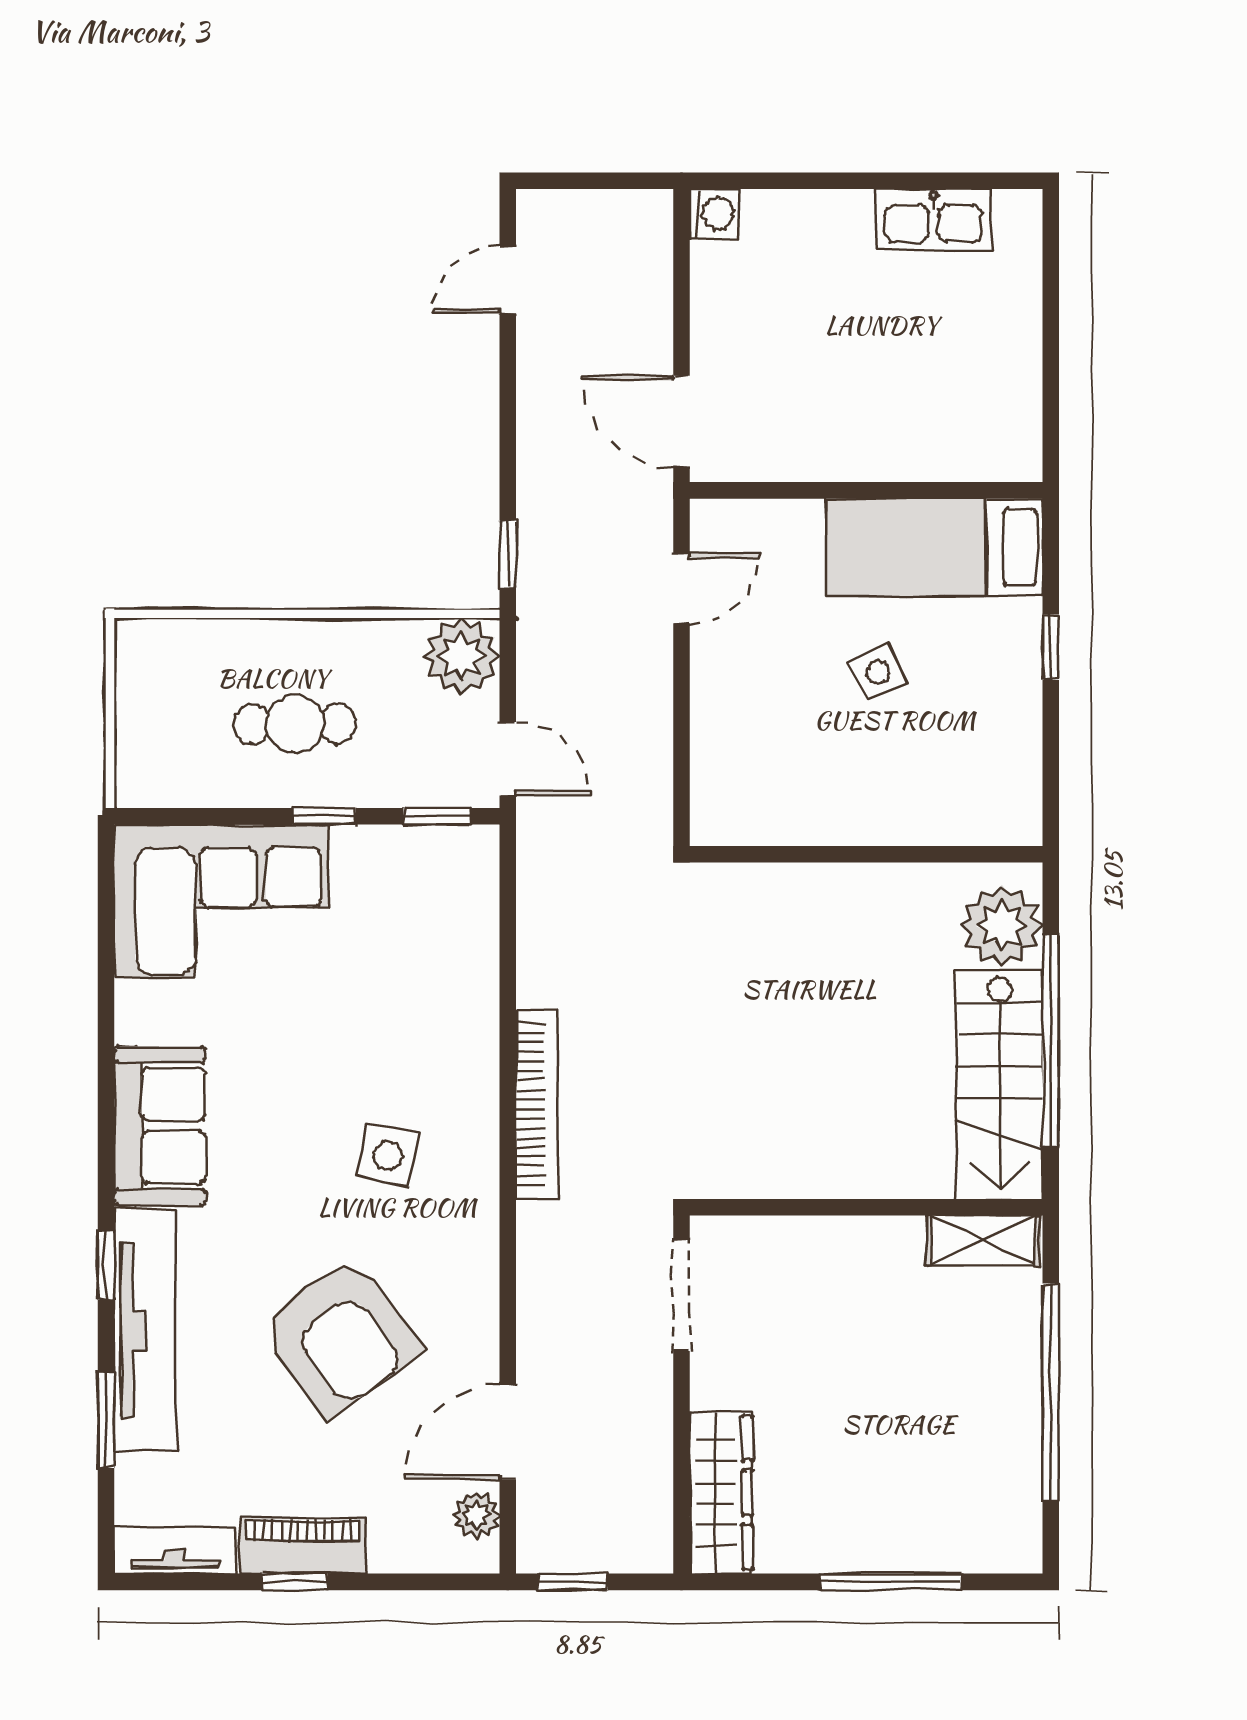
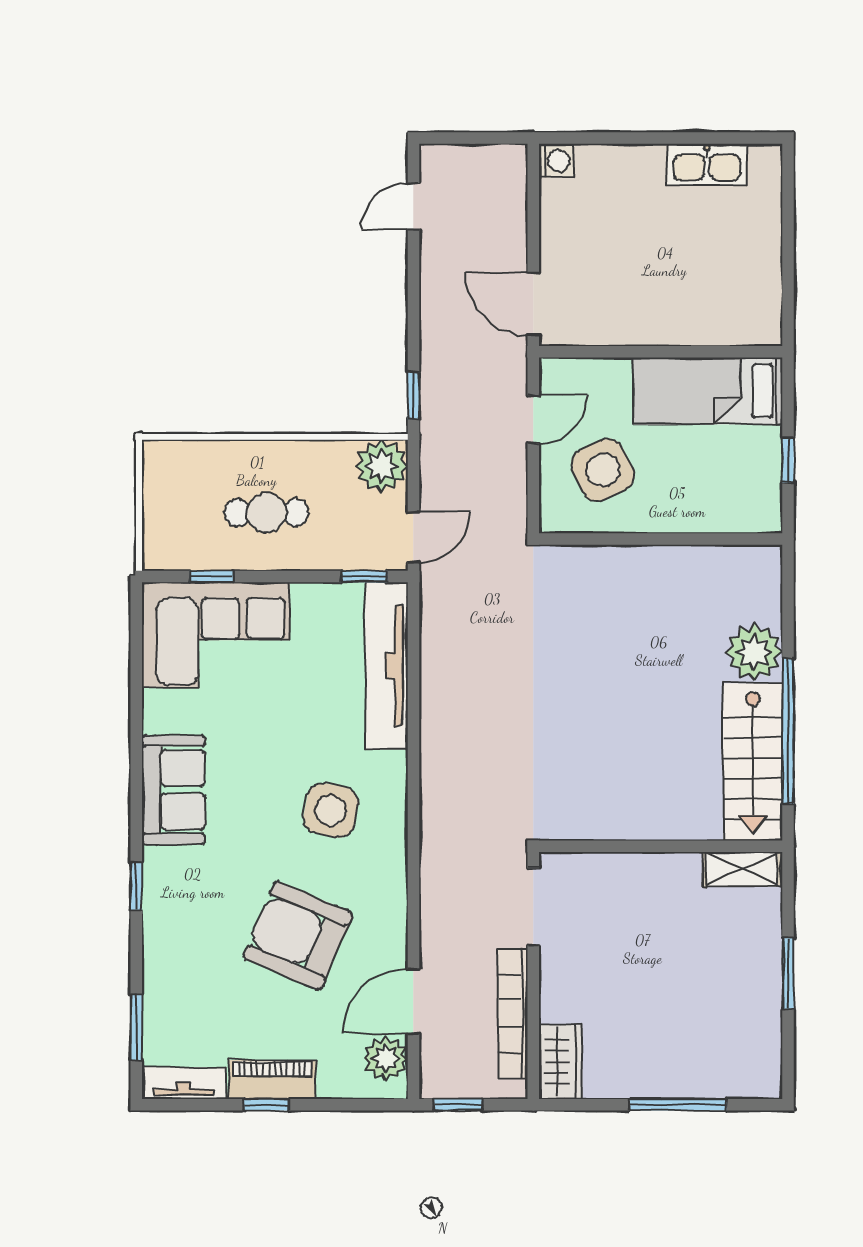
side table: (878, 672) -> (603, 470), moved, width x1.87, depth x1.87
door: (508, 759) -> (413, 537), hinge flipped
window: (324, 816) -> (212, 576), moved
wall: (866, 854) -> (661, 539), moved
bookcase: (537, 1104) -> (513, 1014), moved, turned 180
side table: (388, 1155) -> (331, 810), width x1.37, depth x1.37
tv unit: (145, 1330) -> (386, 666), moved, turned 180
armchair: (340, 1337) -> (298, 936), turned 149
window: (1051, 1392) -> (788, 974), width x0.47
window: (106, 1420) -> (136, 1027), moved
wardrobe: (721, 1493) -> (561, 1062), width x0.67
plant: (476, 1515) -> (386, 1058), width x1.38, depth x1.38

